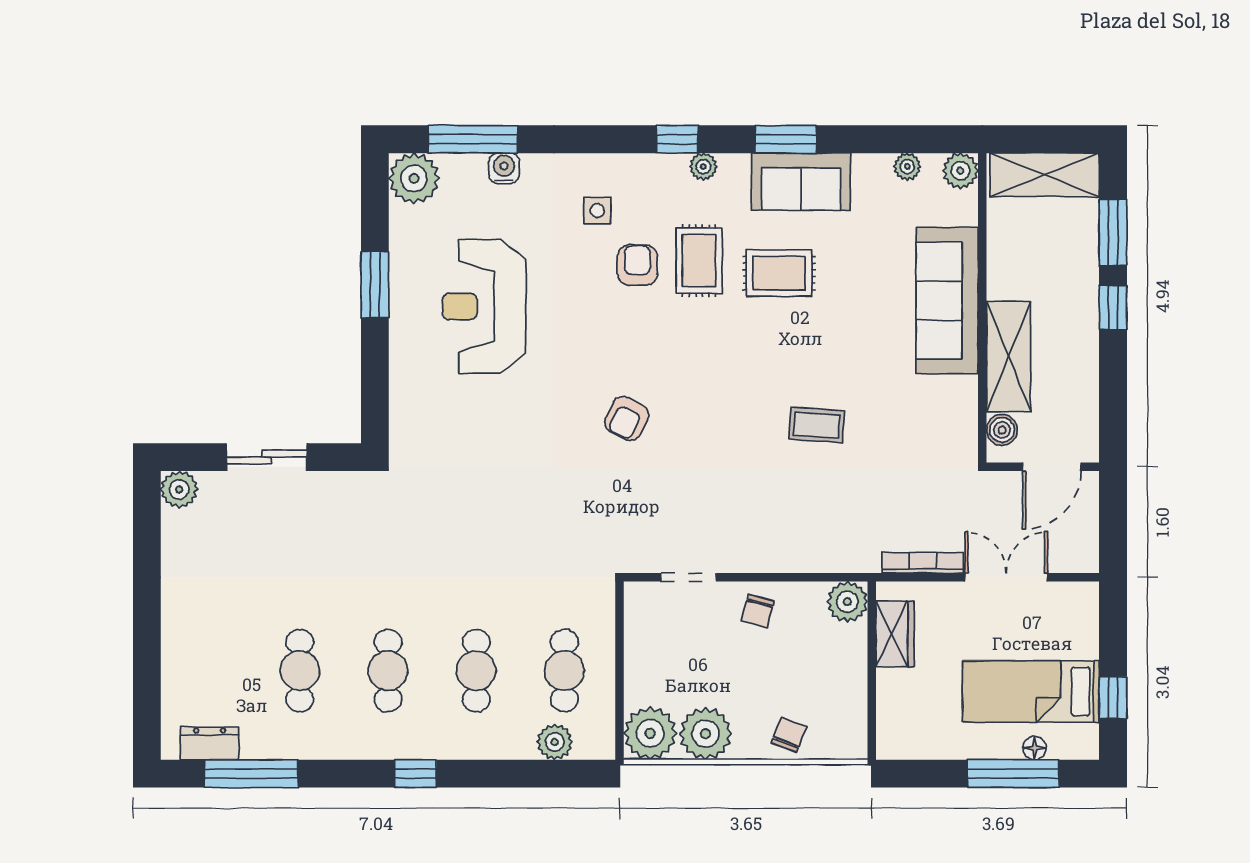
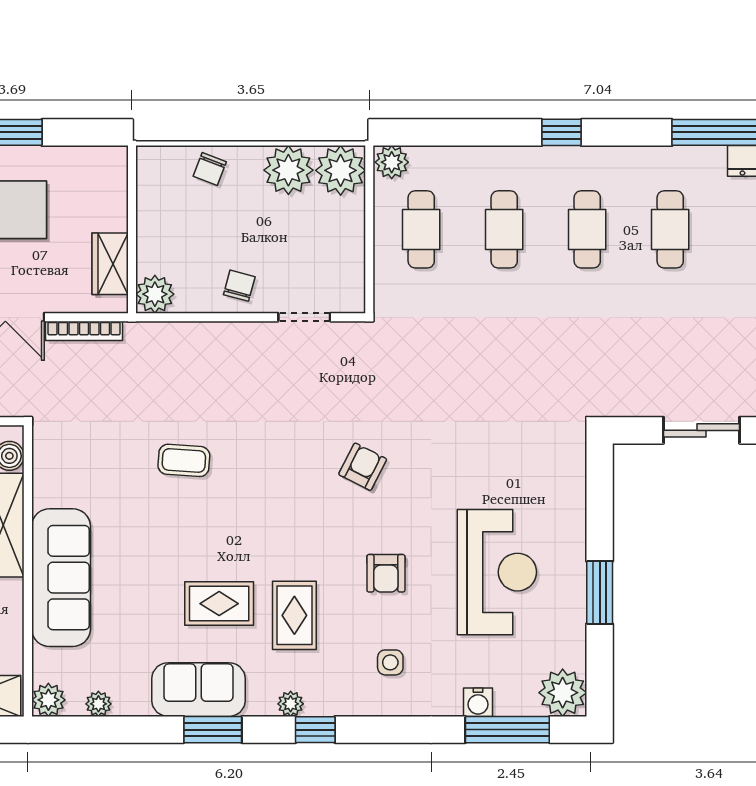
armchair: (637, 265) -> (386, 573), moved
plant: (555, 742) -> (392, 162), moved

